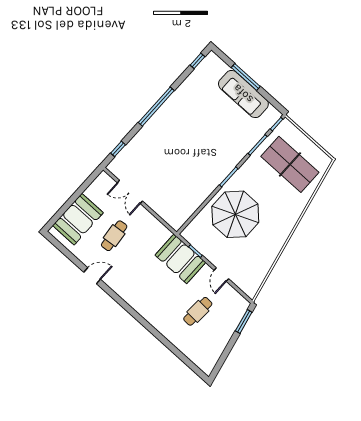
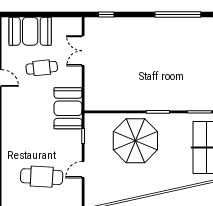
window: (156, 107) -> (178, 14), moved
booth: (180, 259) -> (68, 108), moved
cafe table: (198, 311) -> (42, 177), width x1.37, depth x1.35

